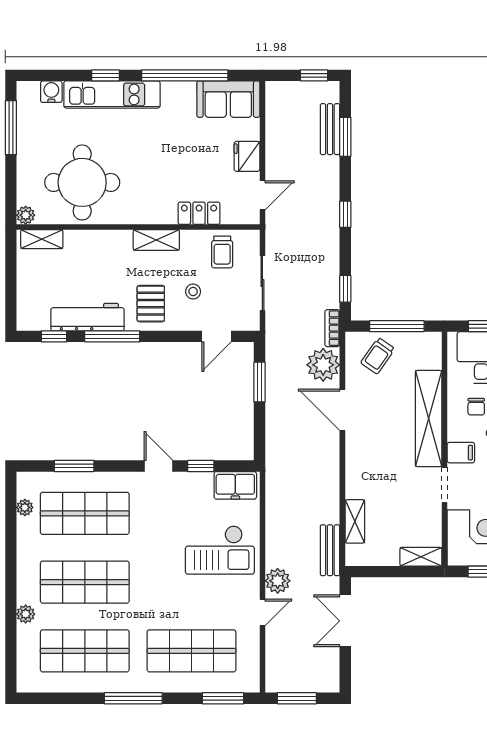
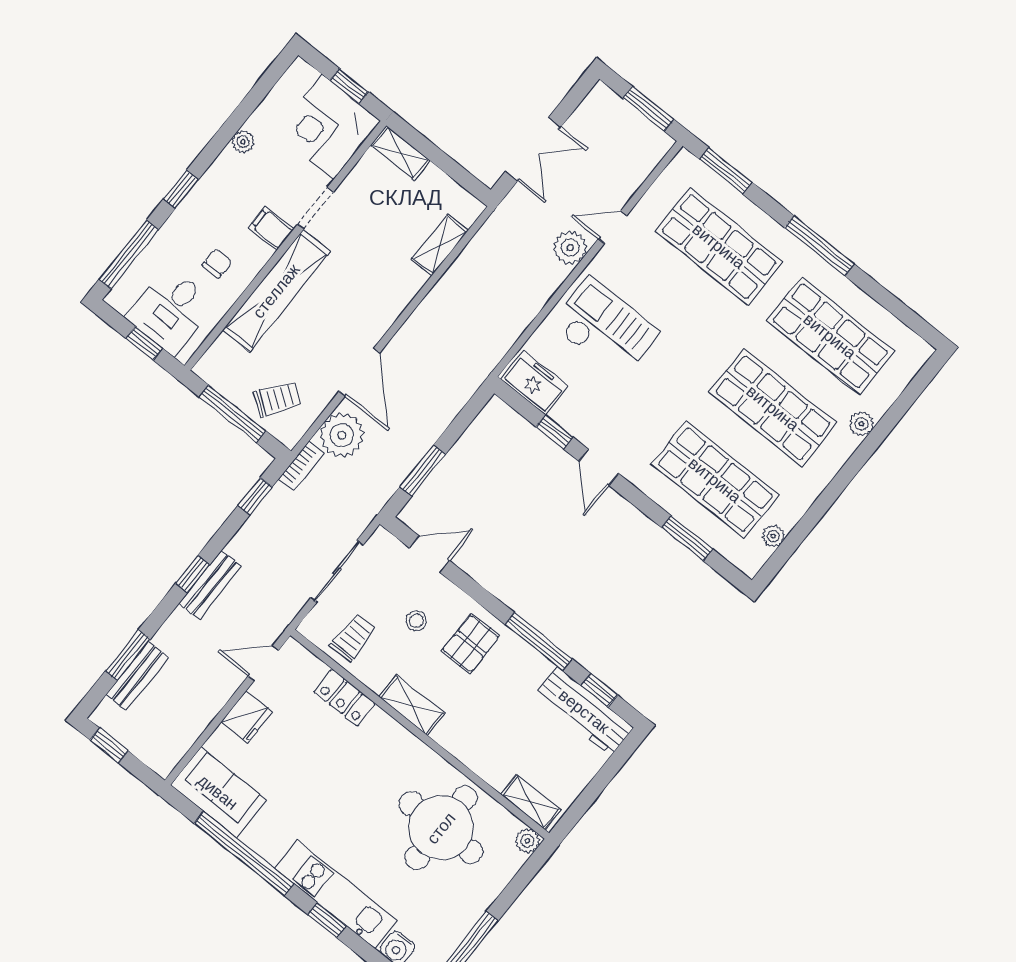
workbench: (88, 317) -> (584, 711), moved
bench: (330, 550) -> (210, 585), moved

